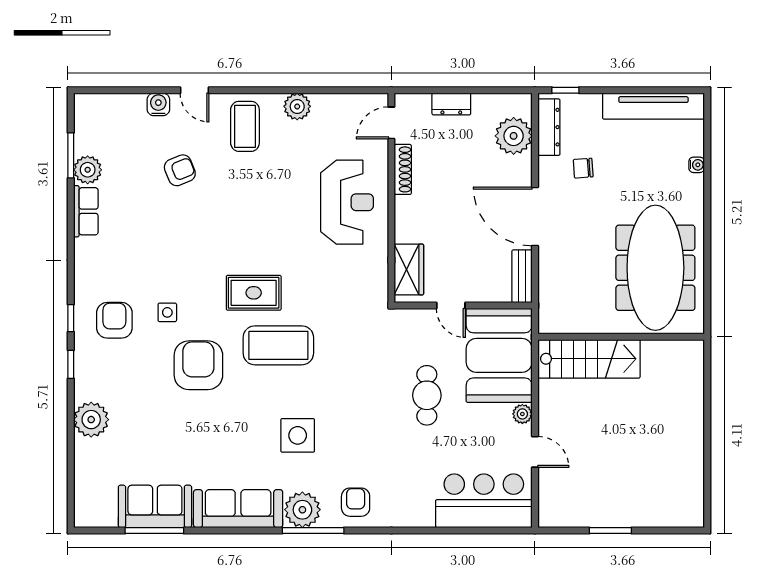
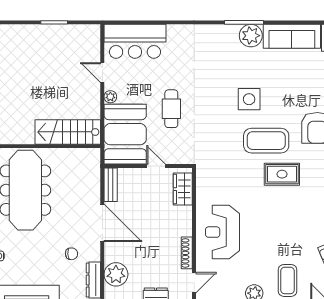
side table: (298, 435) -> (249, 99), moved
armchair: (356, 502) -> (217, 40), removed

